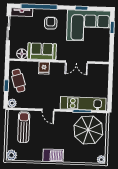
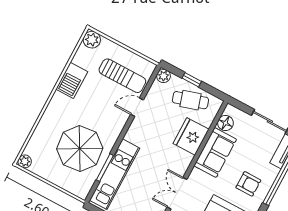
fridge: (44, 68) -> (191, 136), width x1.88, depth x1.34
door: (48, 110) -> (137, 107), moved
parasol: (88, 130) -> (80, 148), moved
barbecue: (53, 156) -> (72, 80), moved

